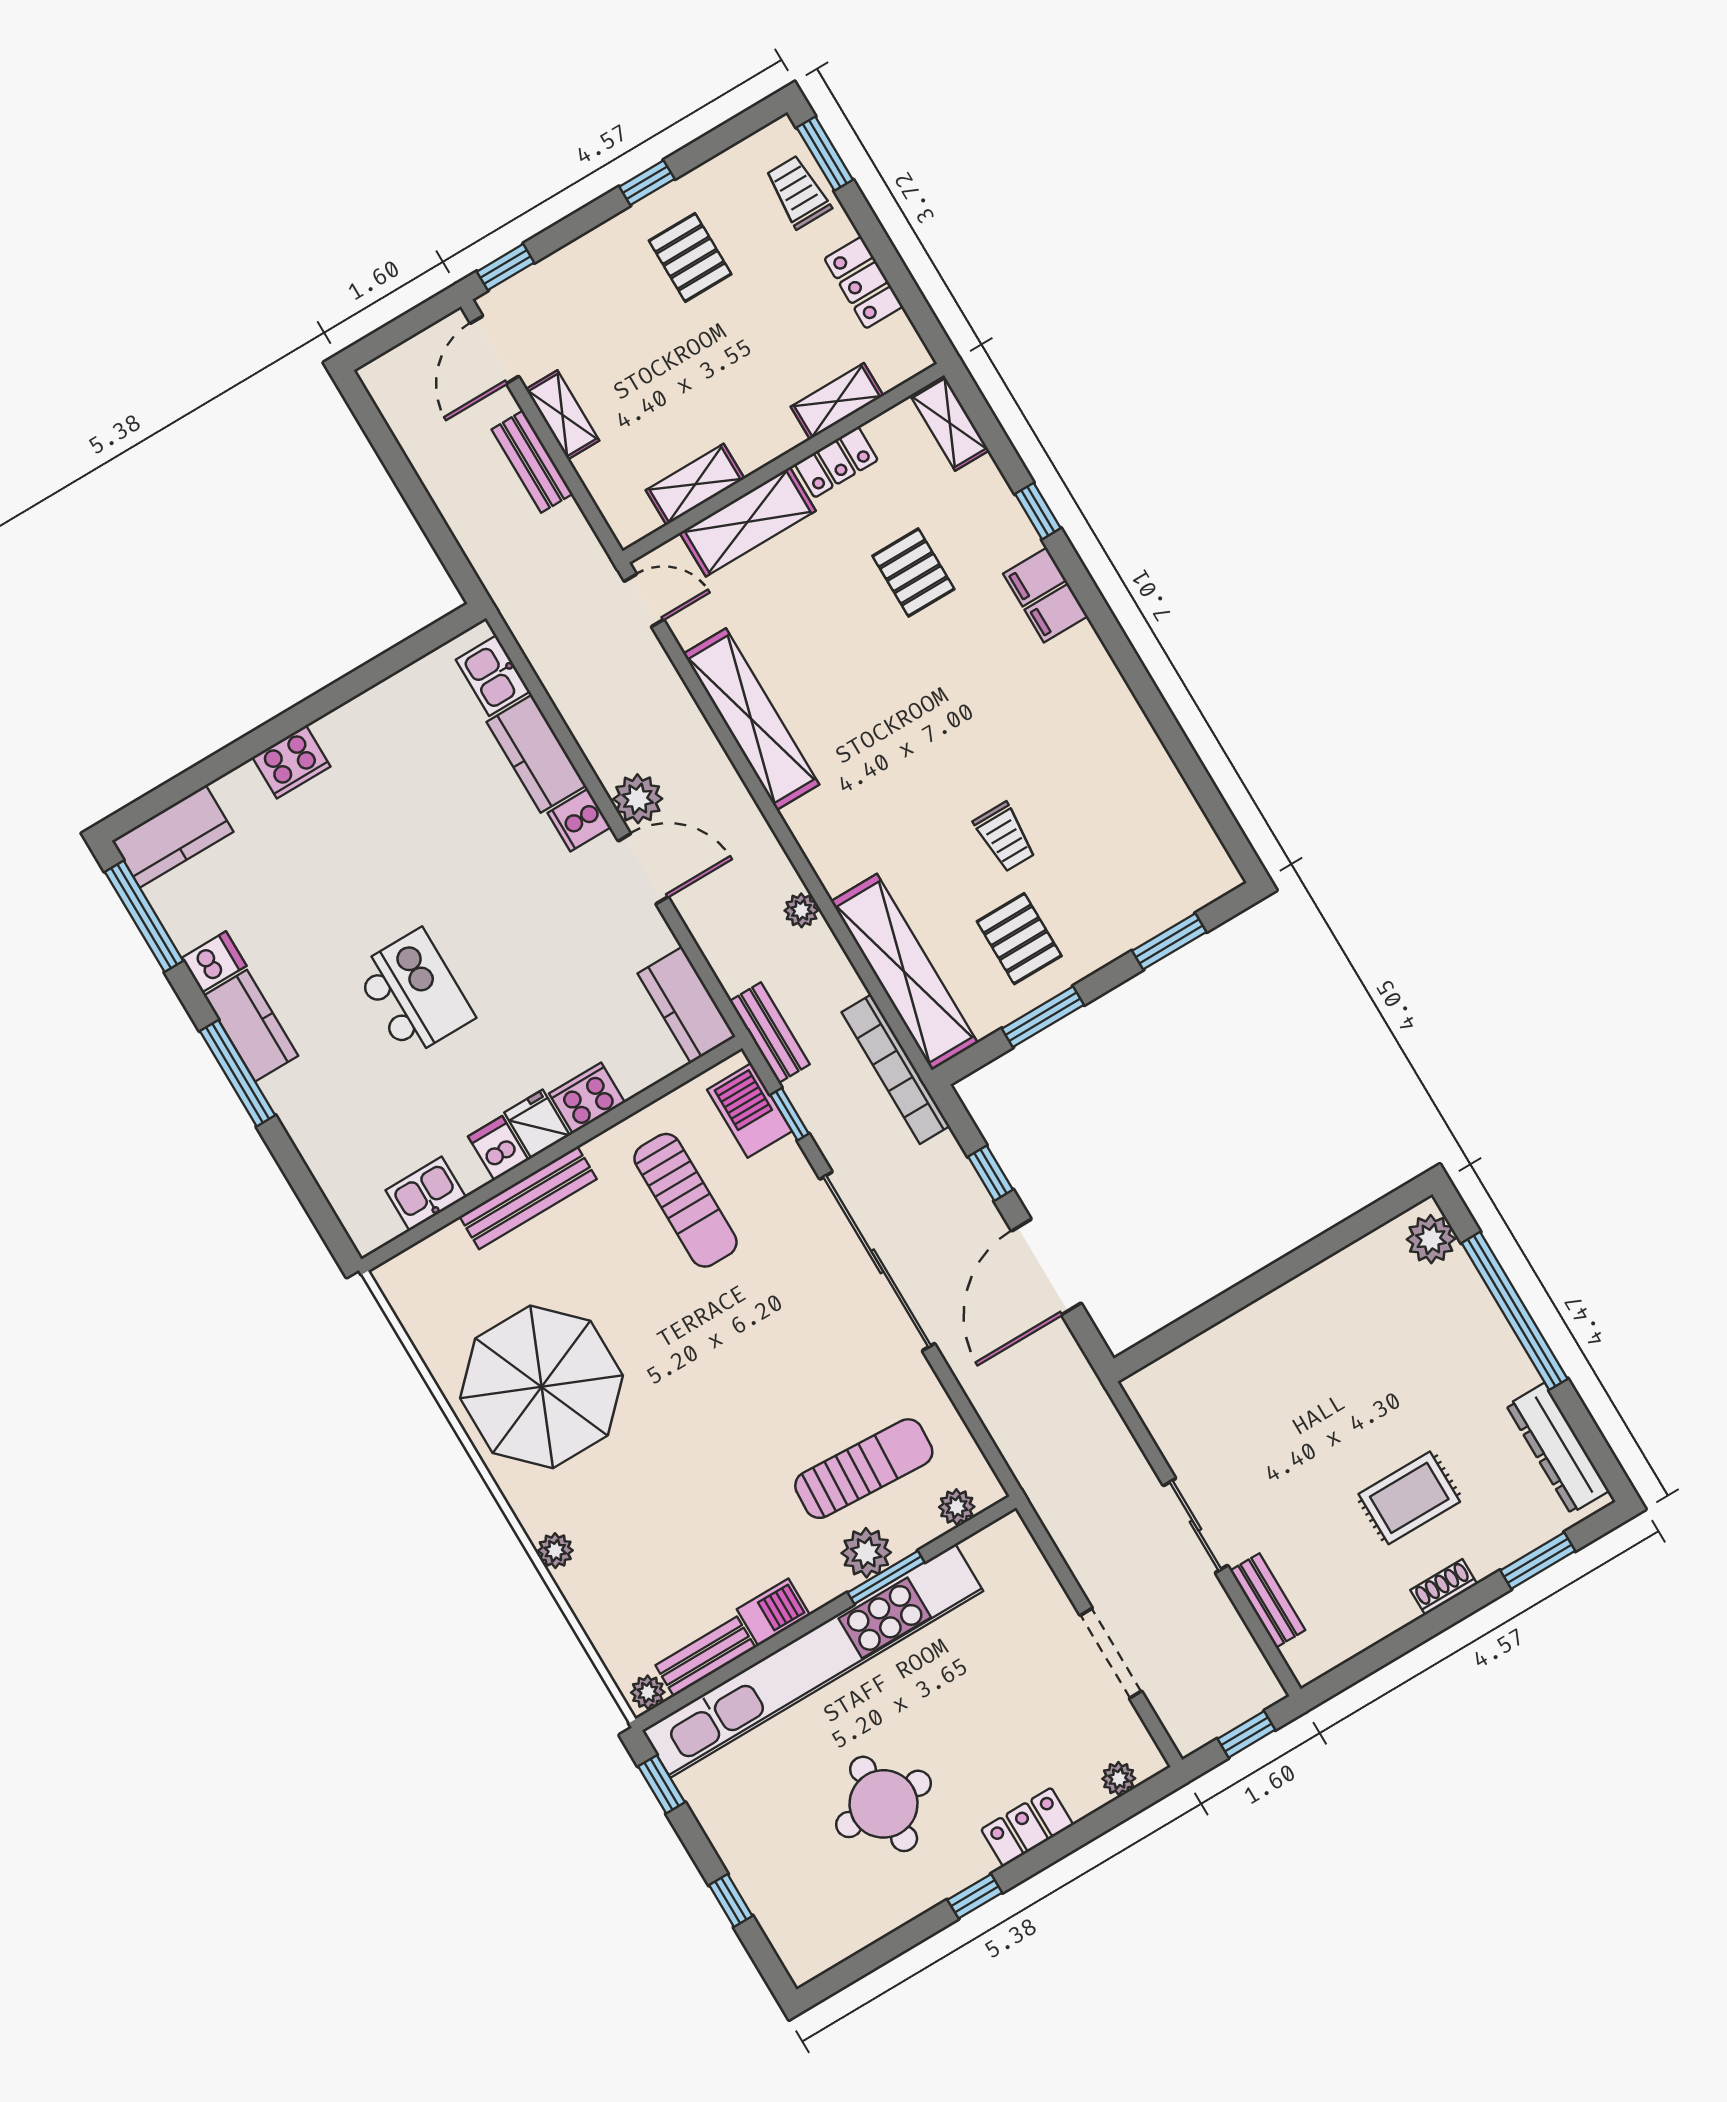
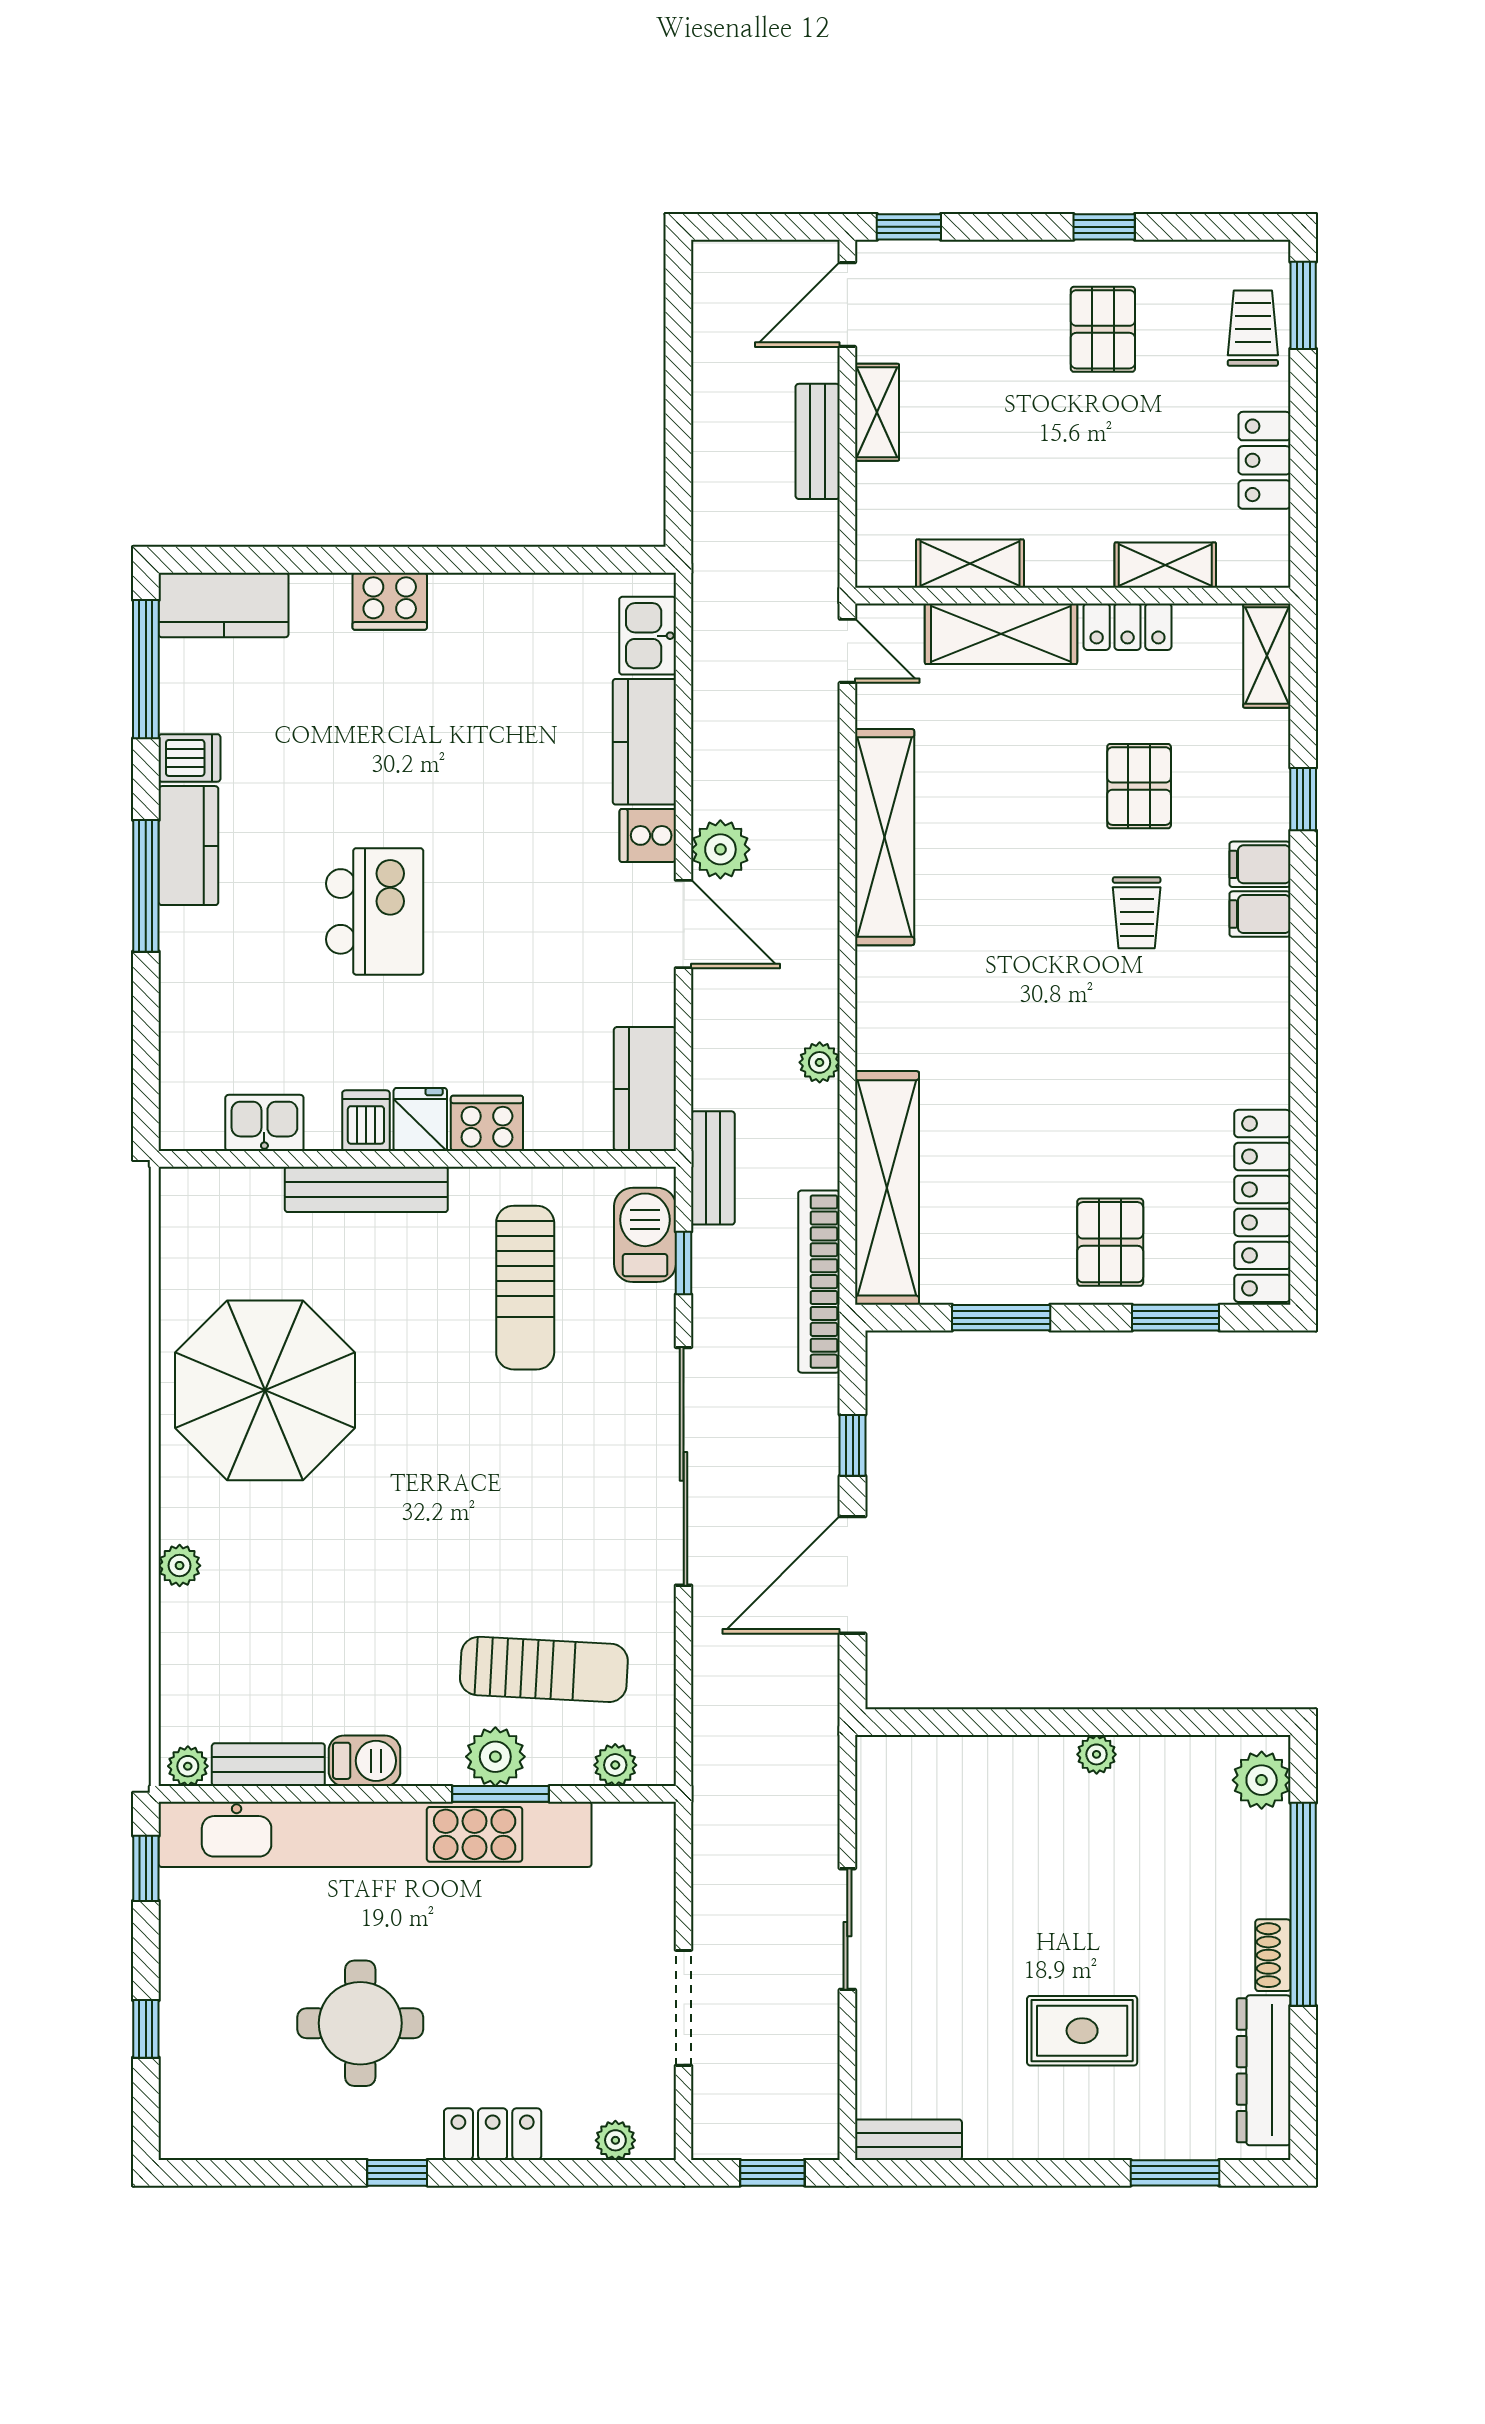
locker: (1184, 823) -> (1262, 1206), added
trolley: (1005, 837) -> (1137, 913), moved
pallet: (1019, 939) -> (1110, 1242), moved
plant: (1300, 1292) -> (1097, 1754), added
shoe rack: (1444, 1587) -> (1273, 1955), moved, turned -90
bench: (1268, 1600) -> (908, 2140), moved, turned 90

